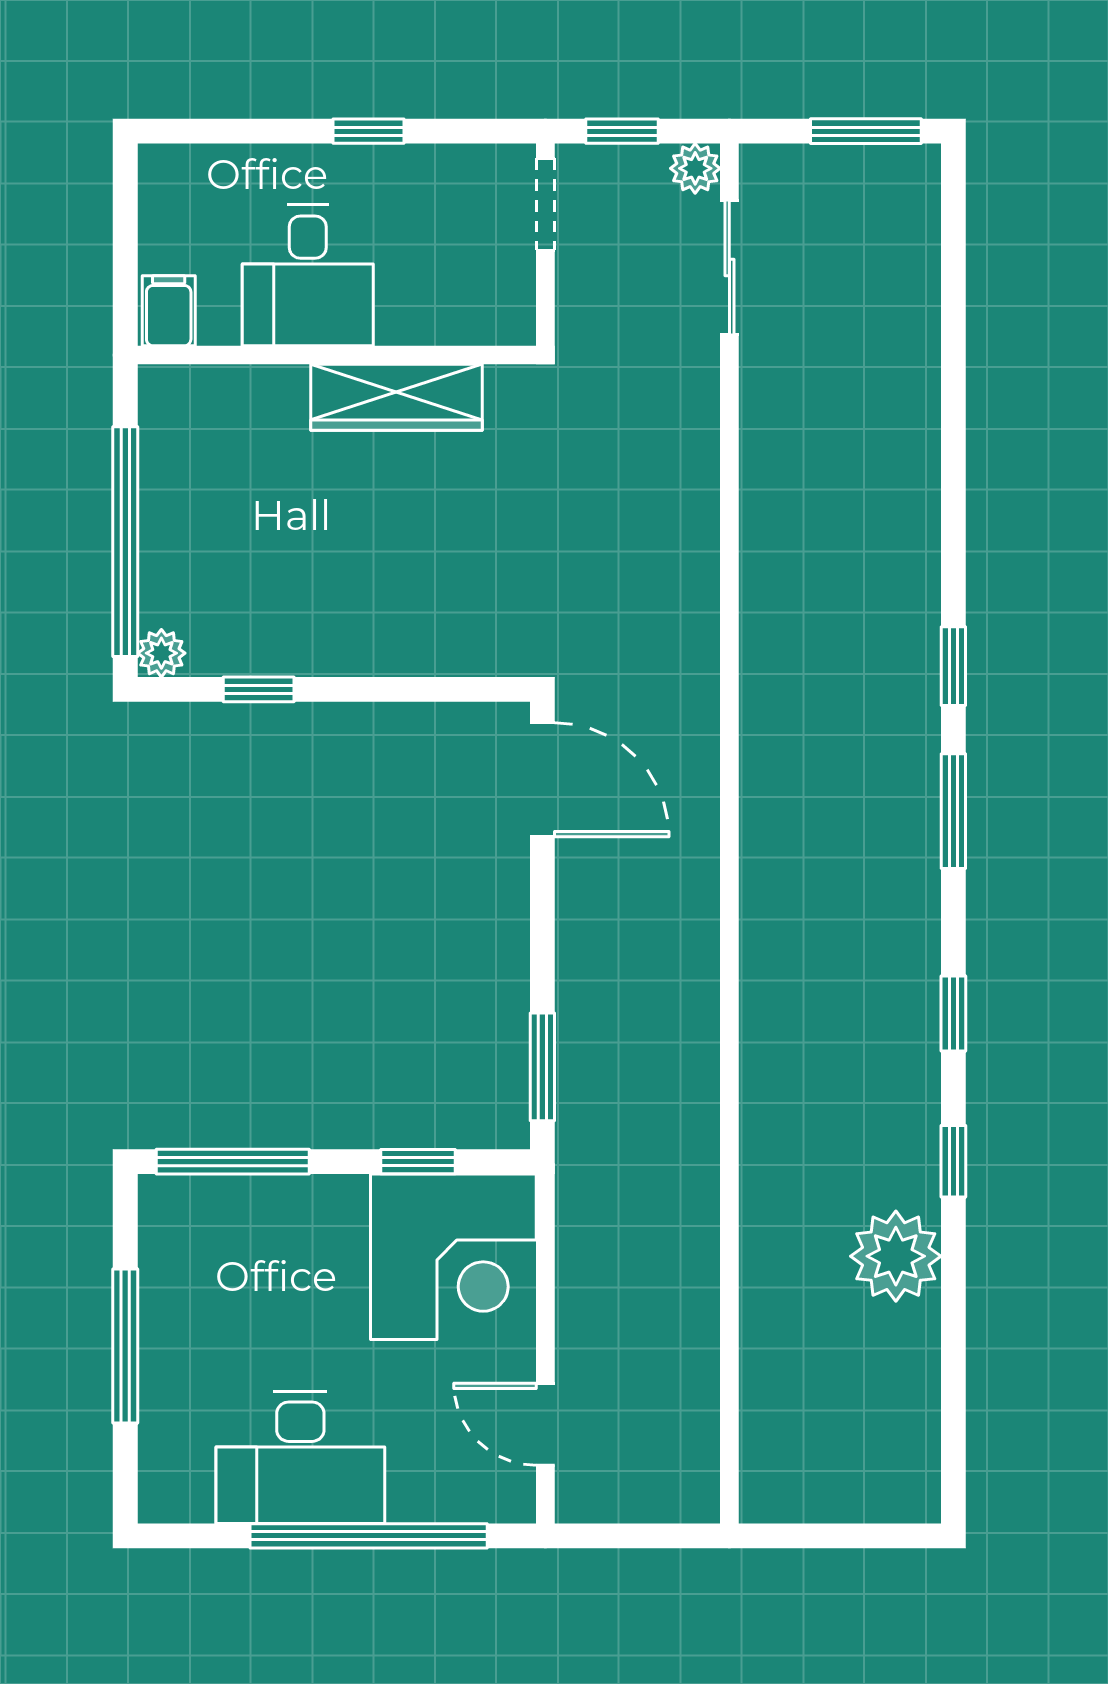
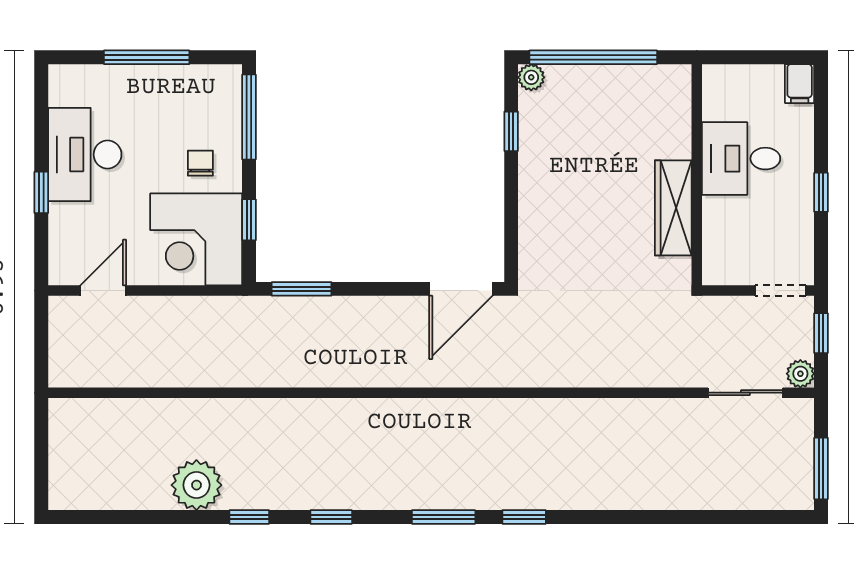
filing cabinet: (169, 311) -> (800, 84), moved, turned 90
chair: (316, 1249) -> (200, 163), added
window: (369, 1536) -> (41, 192), width x0.32

